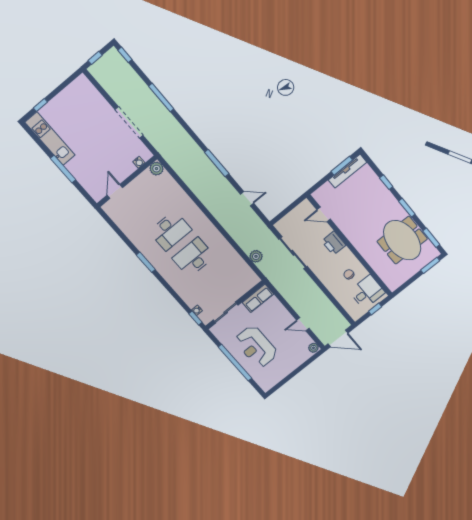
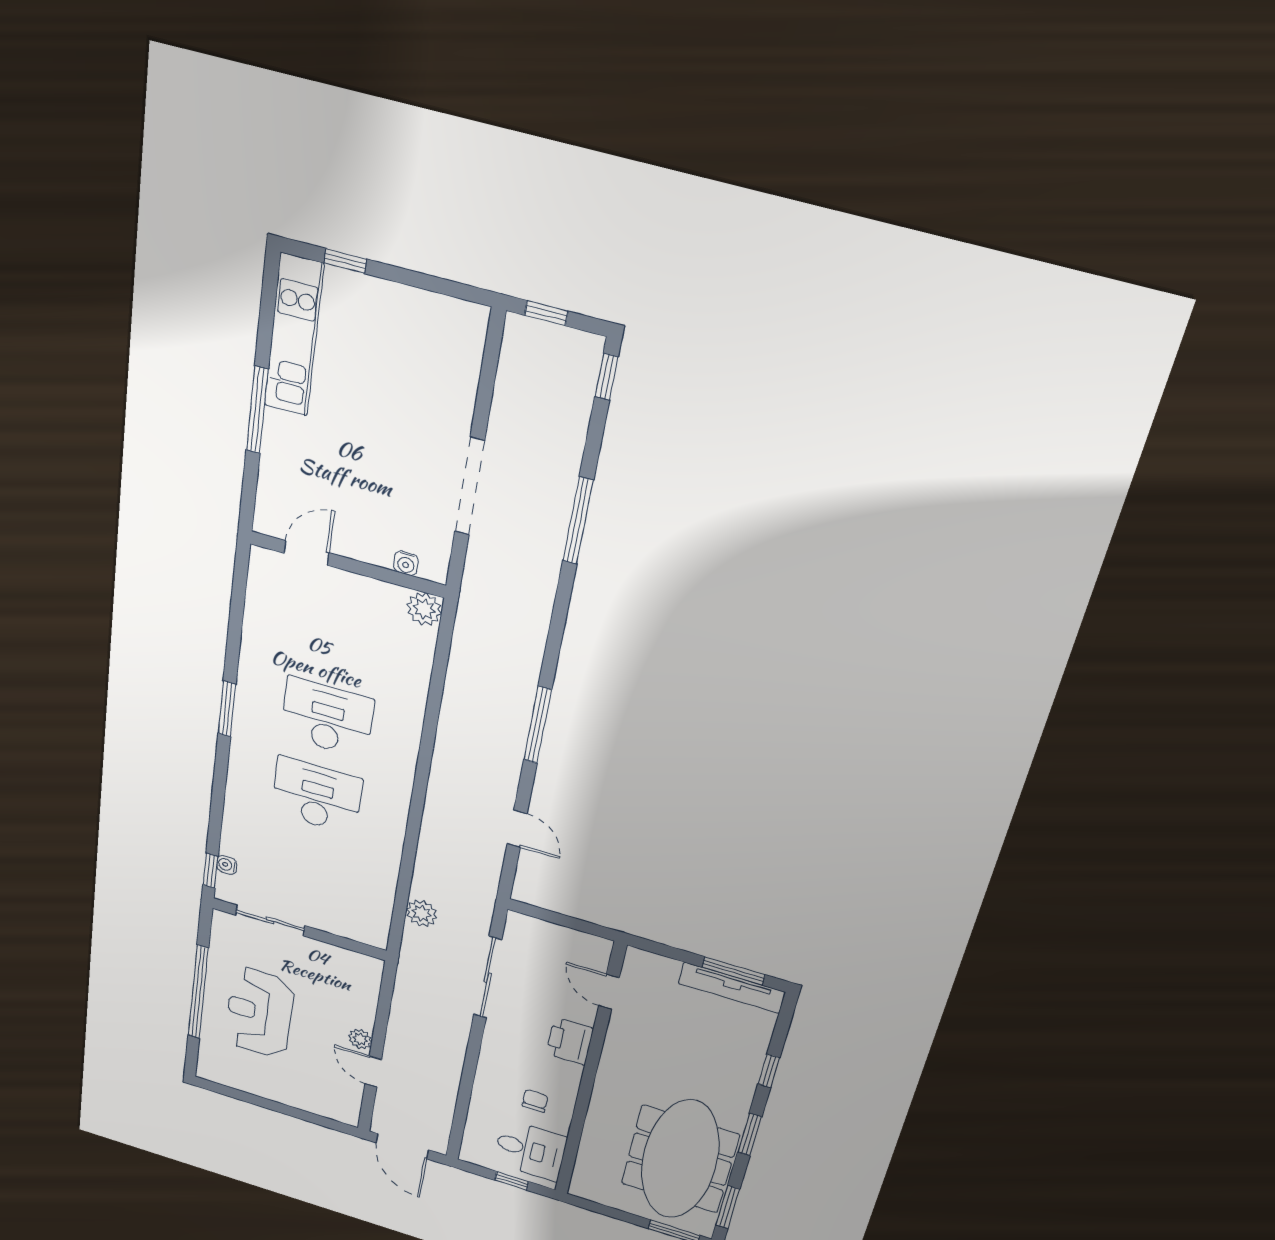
desk: (170, 231) -> (327, 718), turned 180
meeting table: (402, 240) -> (680, 1159), width x1.36
row of seats: (258, 298) -> (348, 964), removed
plant: (313, 348) -> (360, 1039), moved

